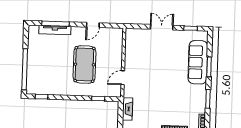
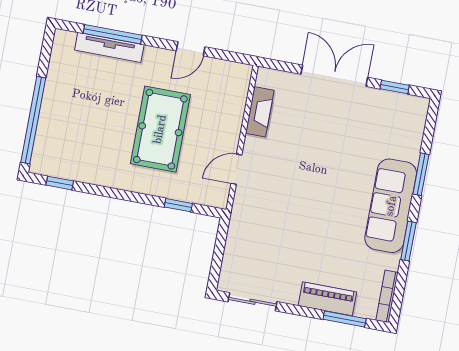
double door: (162, 27) -> (334, 76), width x1.37
sofa: (198, 62) -> (391, 206), moved
fireplace: (128, 109) -> (260, 112), moved

